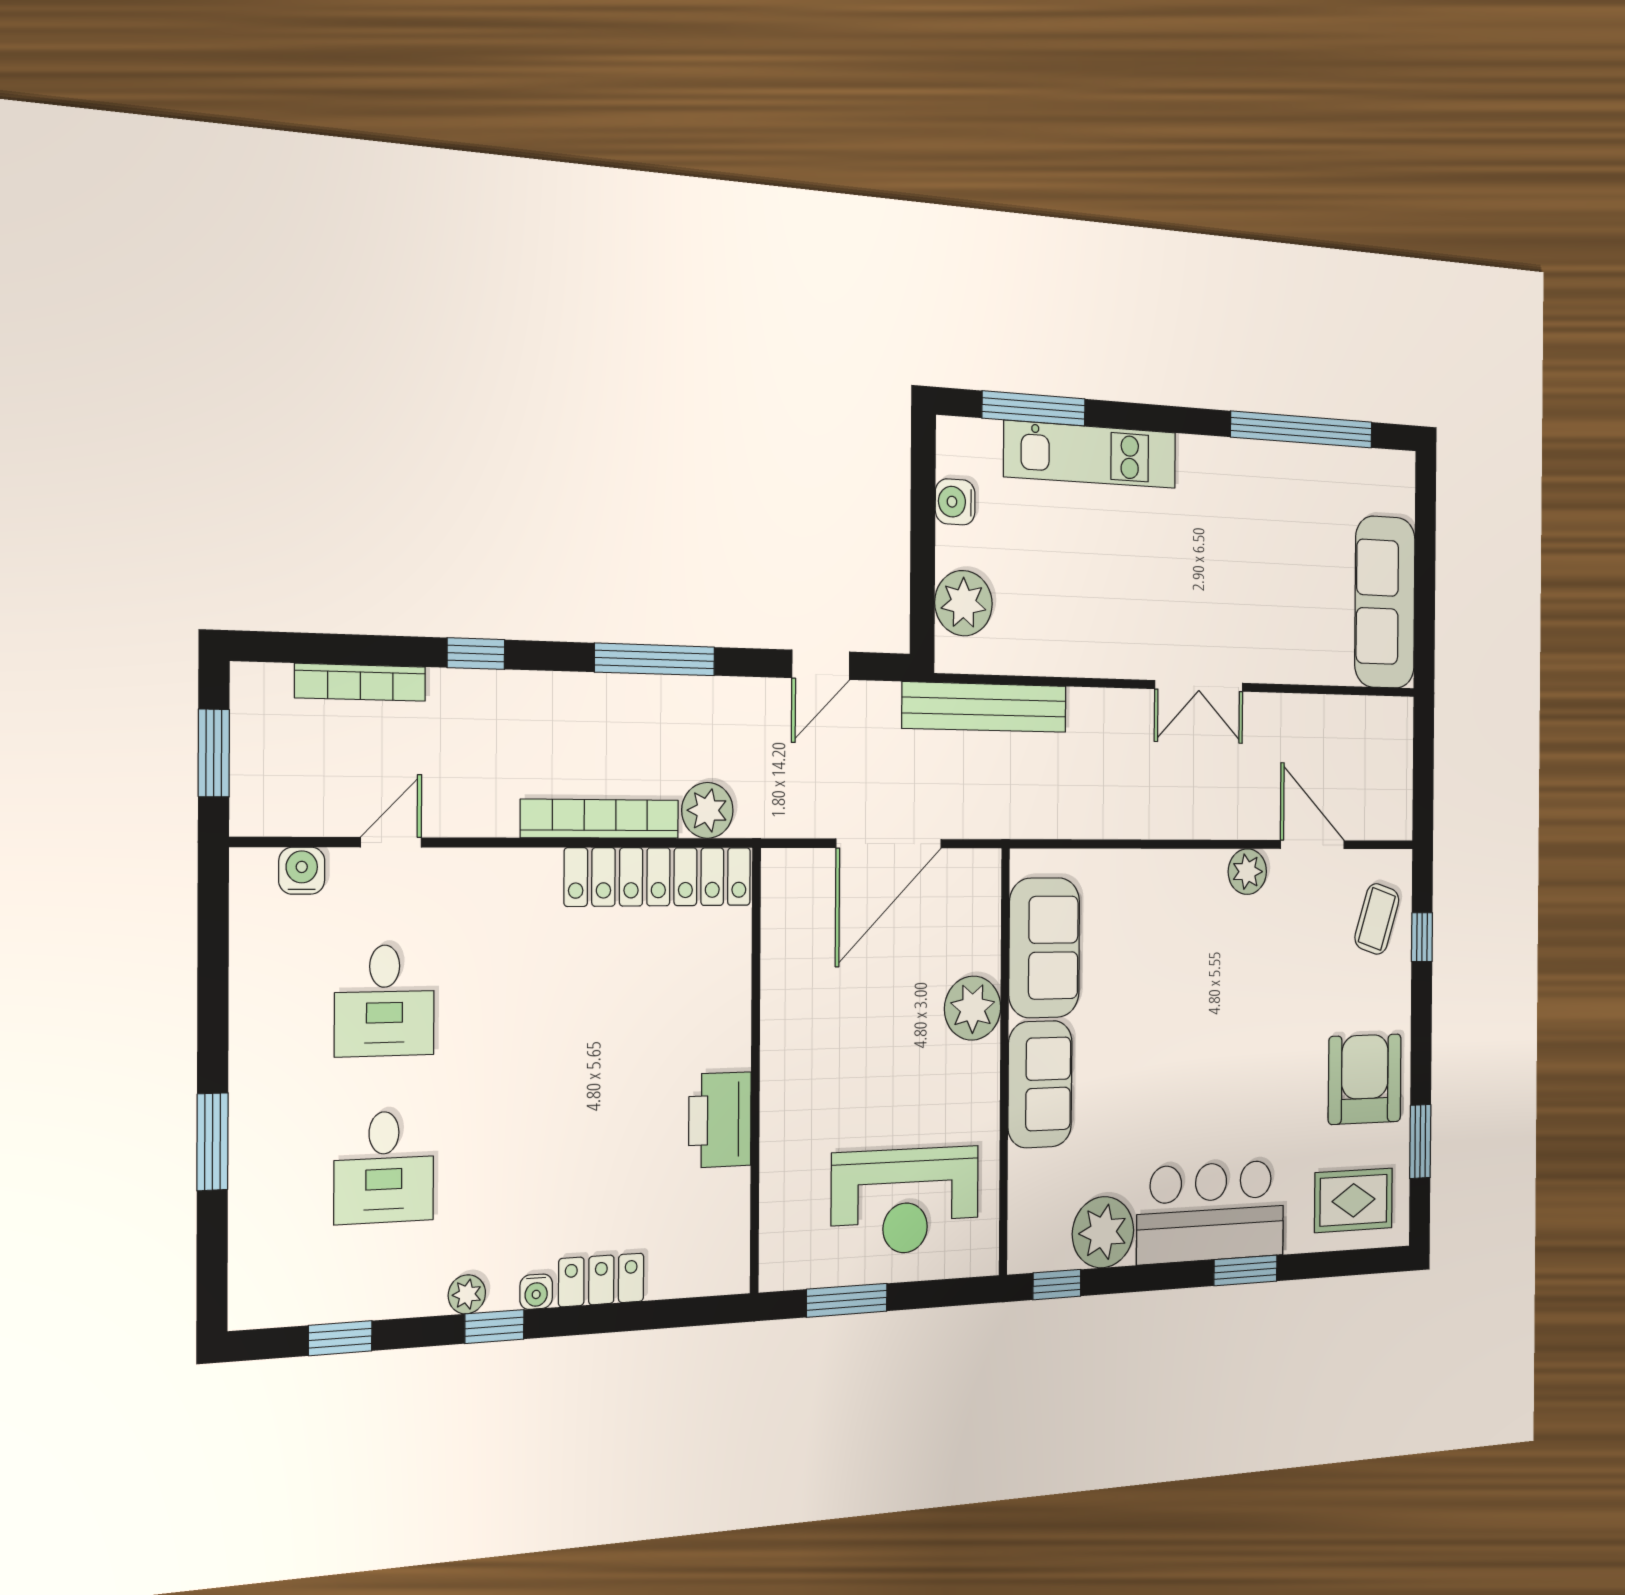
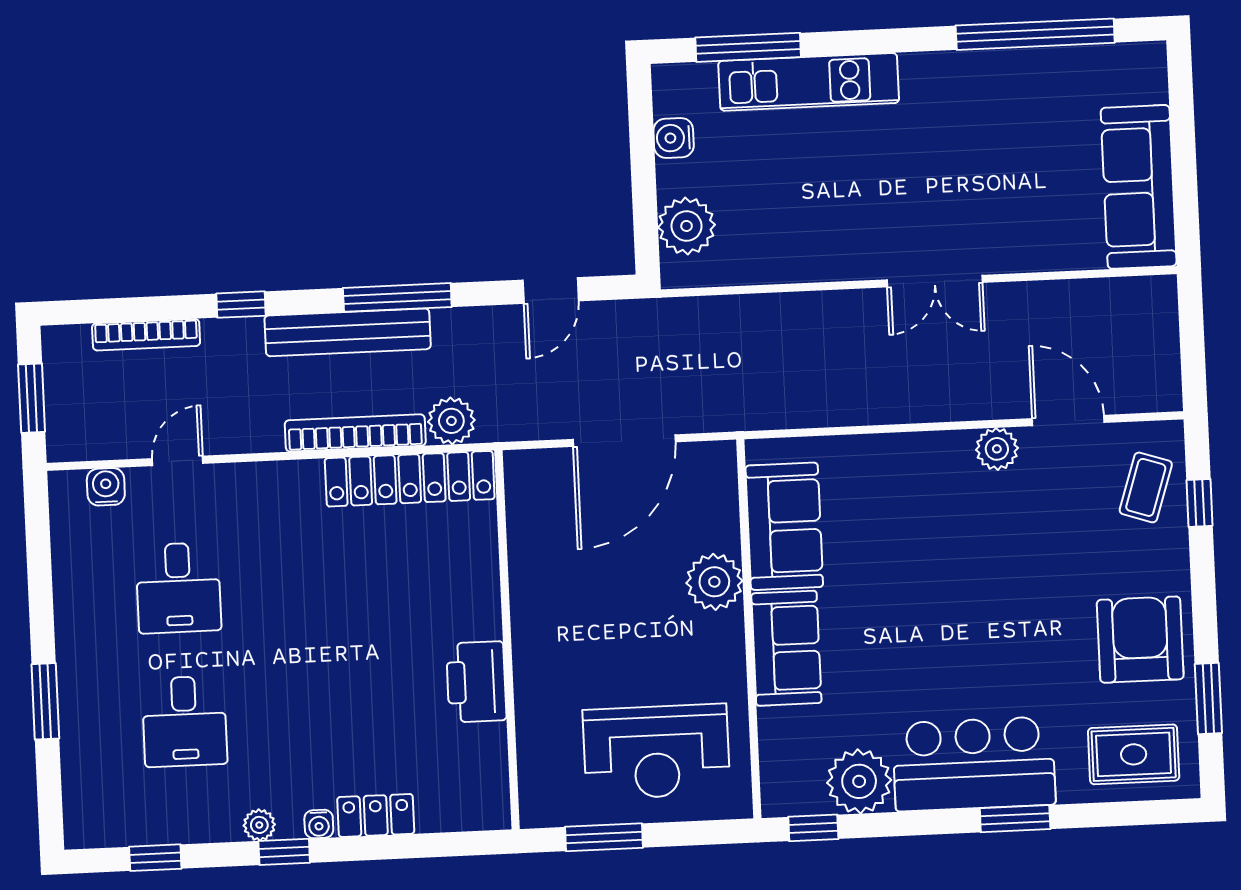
bench: (985, 707) -> (348, 332), moved

